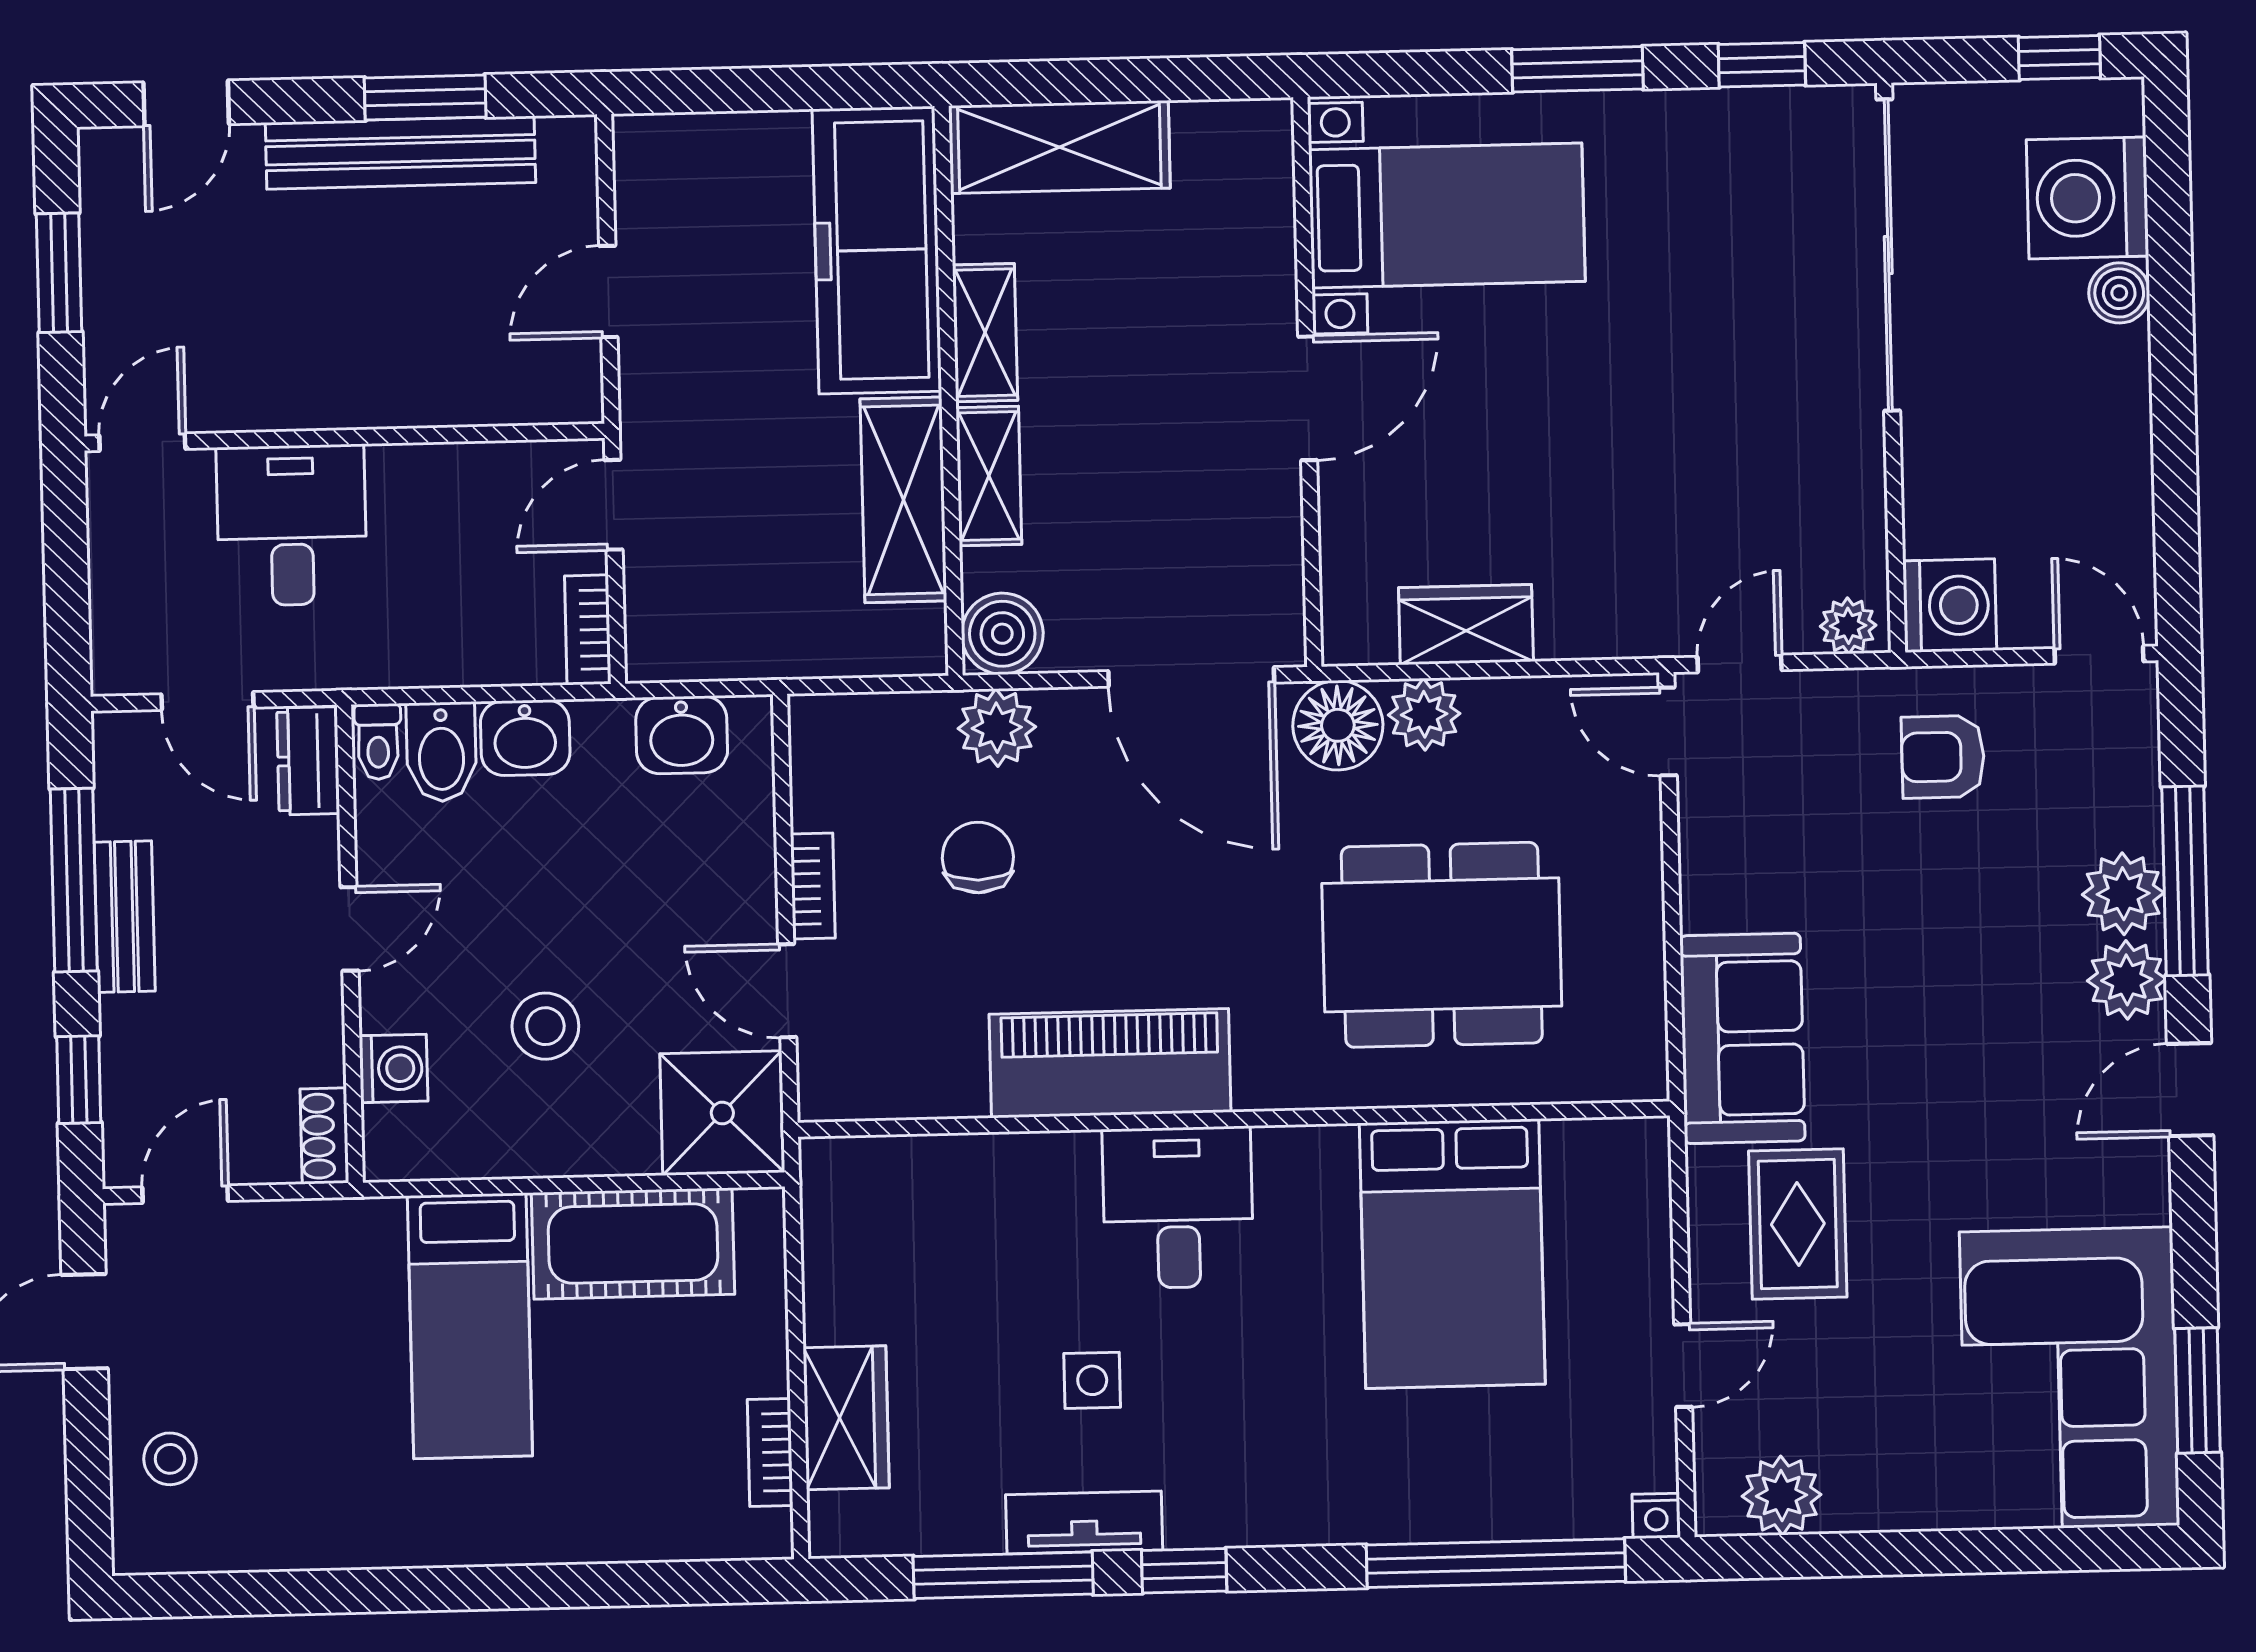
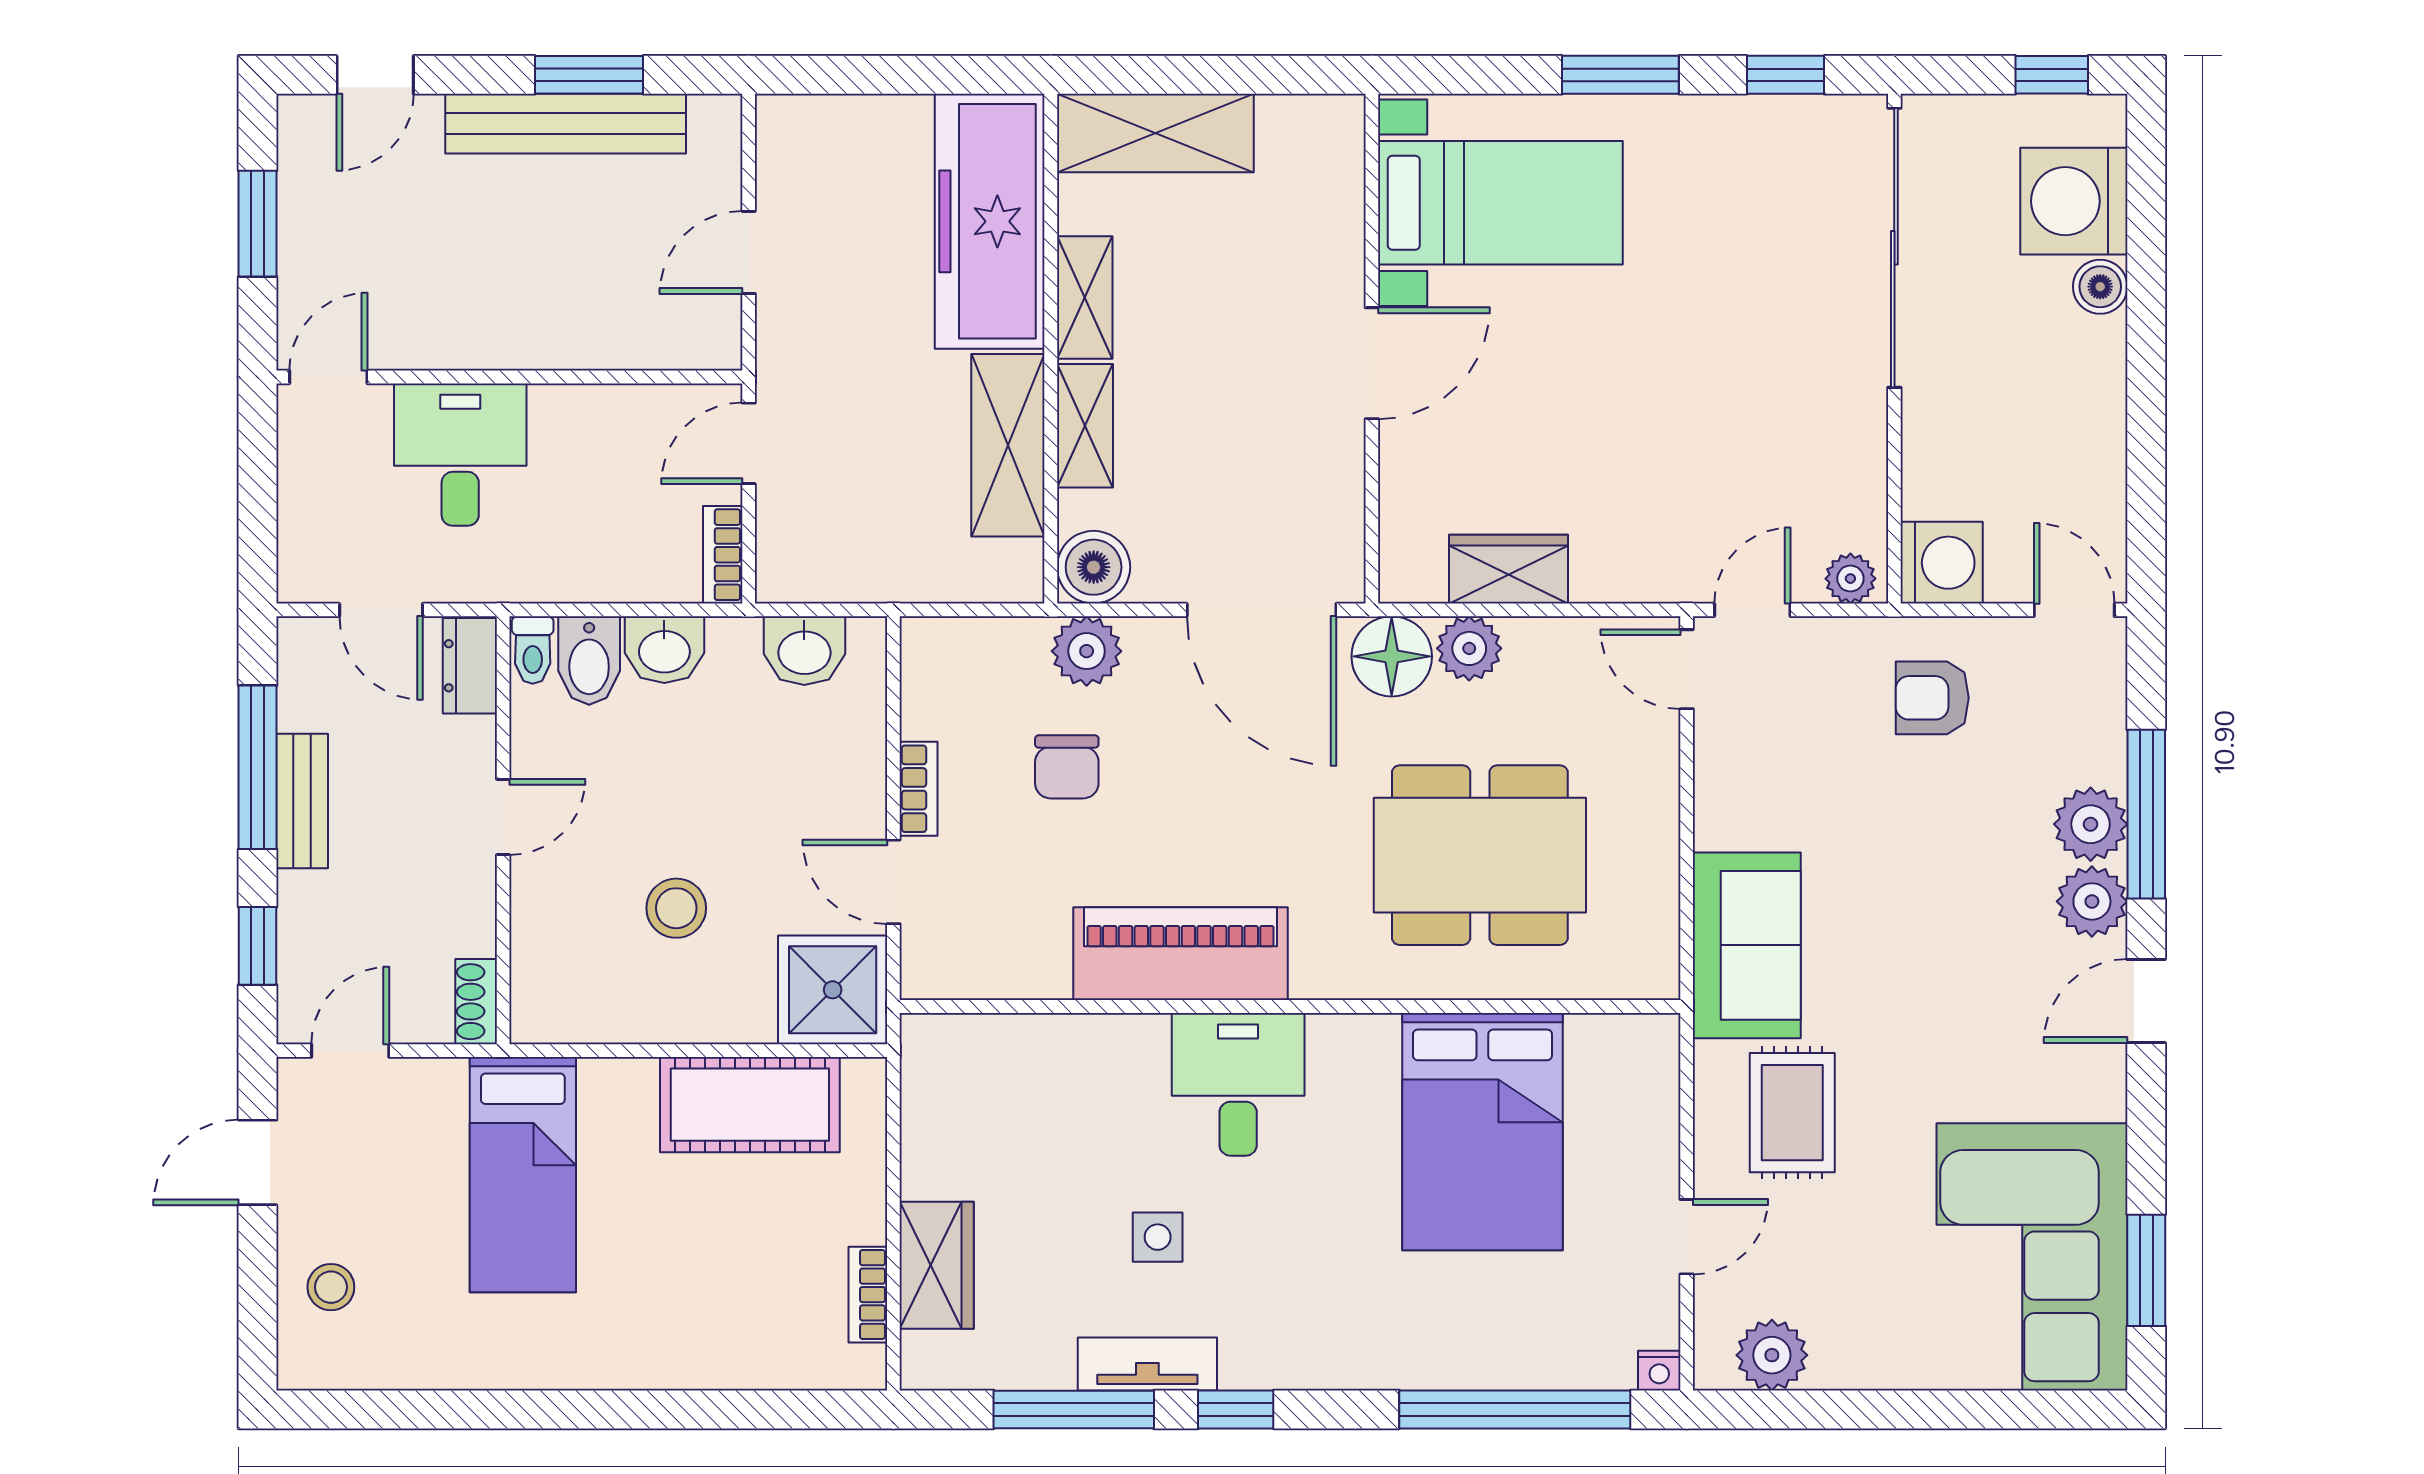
chair: (978, 858) -> (1067, 767), turned 180
washing machine: (394, 1068) -> (539, 943), removed
bed: (470, 1326) -> (523, 1175), moved

